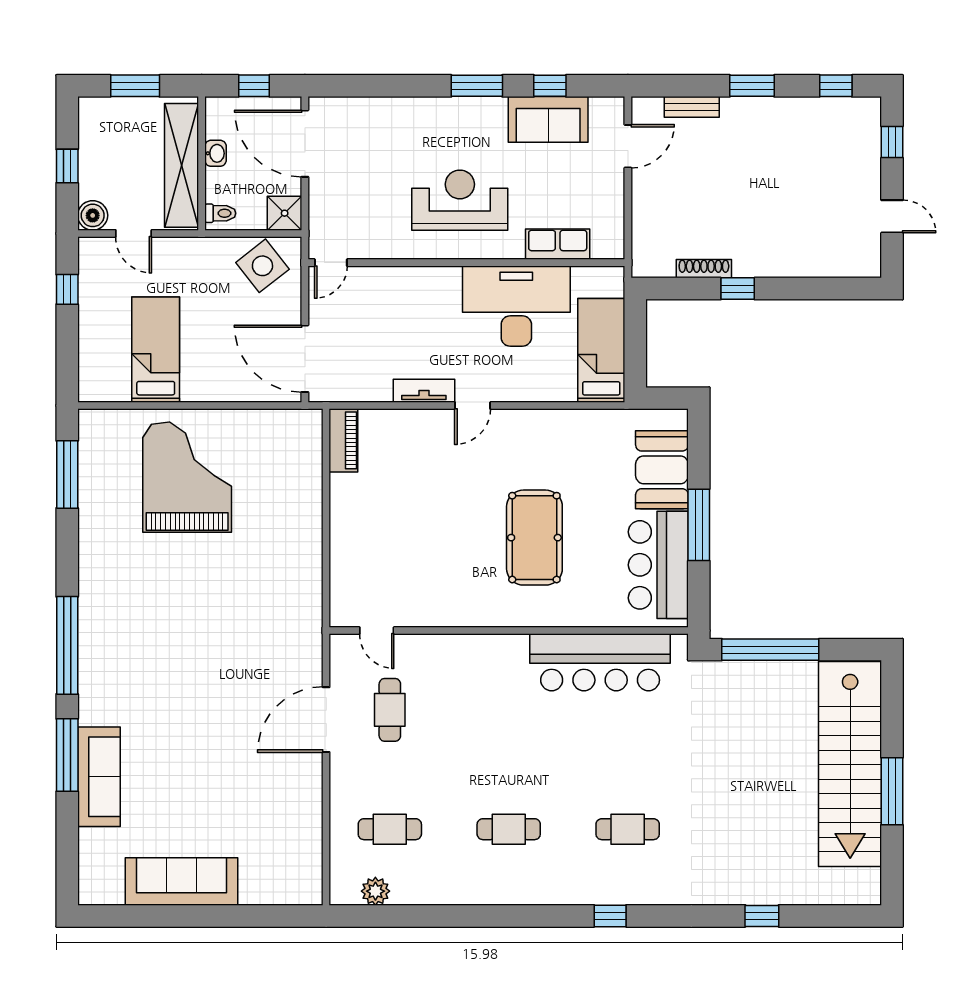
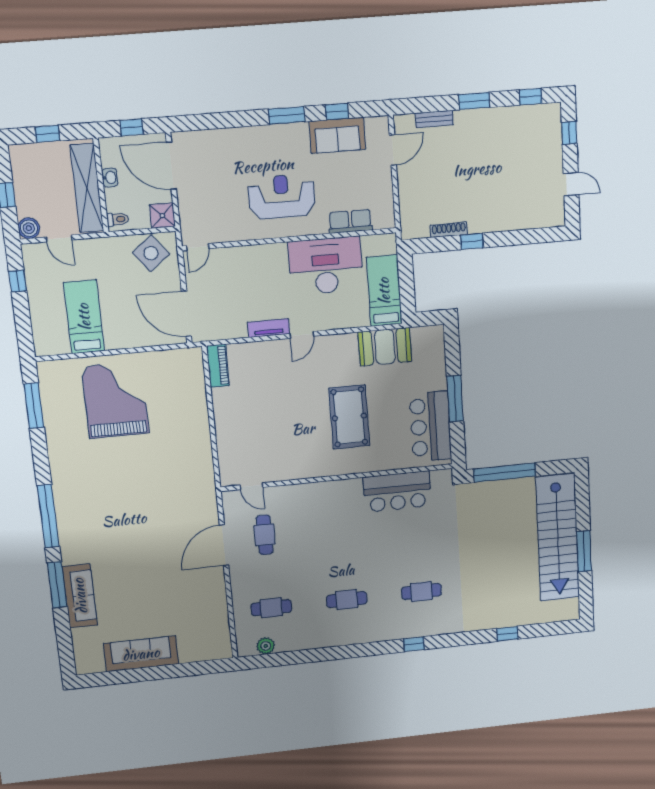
window: (135, 86) -> (47, 134), width x0.67
booth: (662, 470) -> (385, 347), moved, turned 90
bar counter: (600, 662) -> (397, 491), width x0.73

